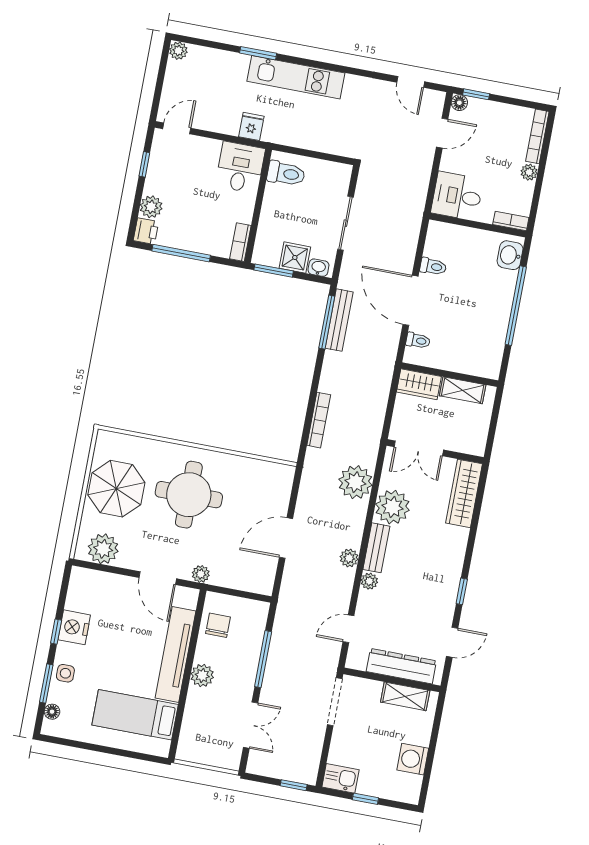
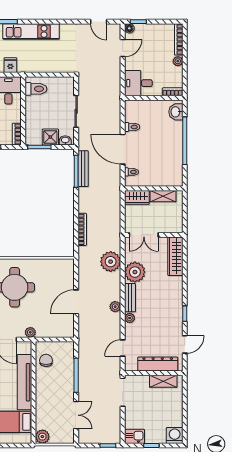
plant: (202, 675) -> (42, 437), moved
washing machine: (413, 759) -> (175, 435), moved, turned 90

